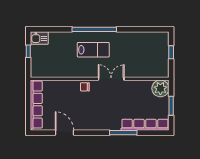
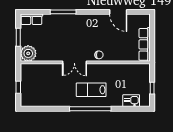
kitchen sink: (39, 38) -> (131, 101), moved
row of seats: (36, 105) -> (145, 44), width x0.73
row of seats: (145, 125) -> (31, 19), width x0.50

